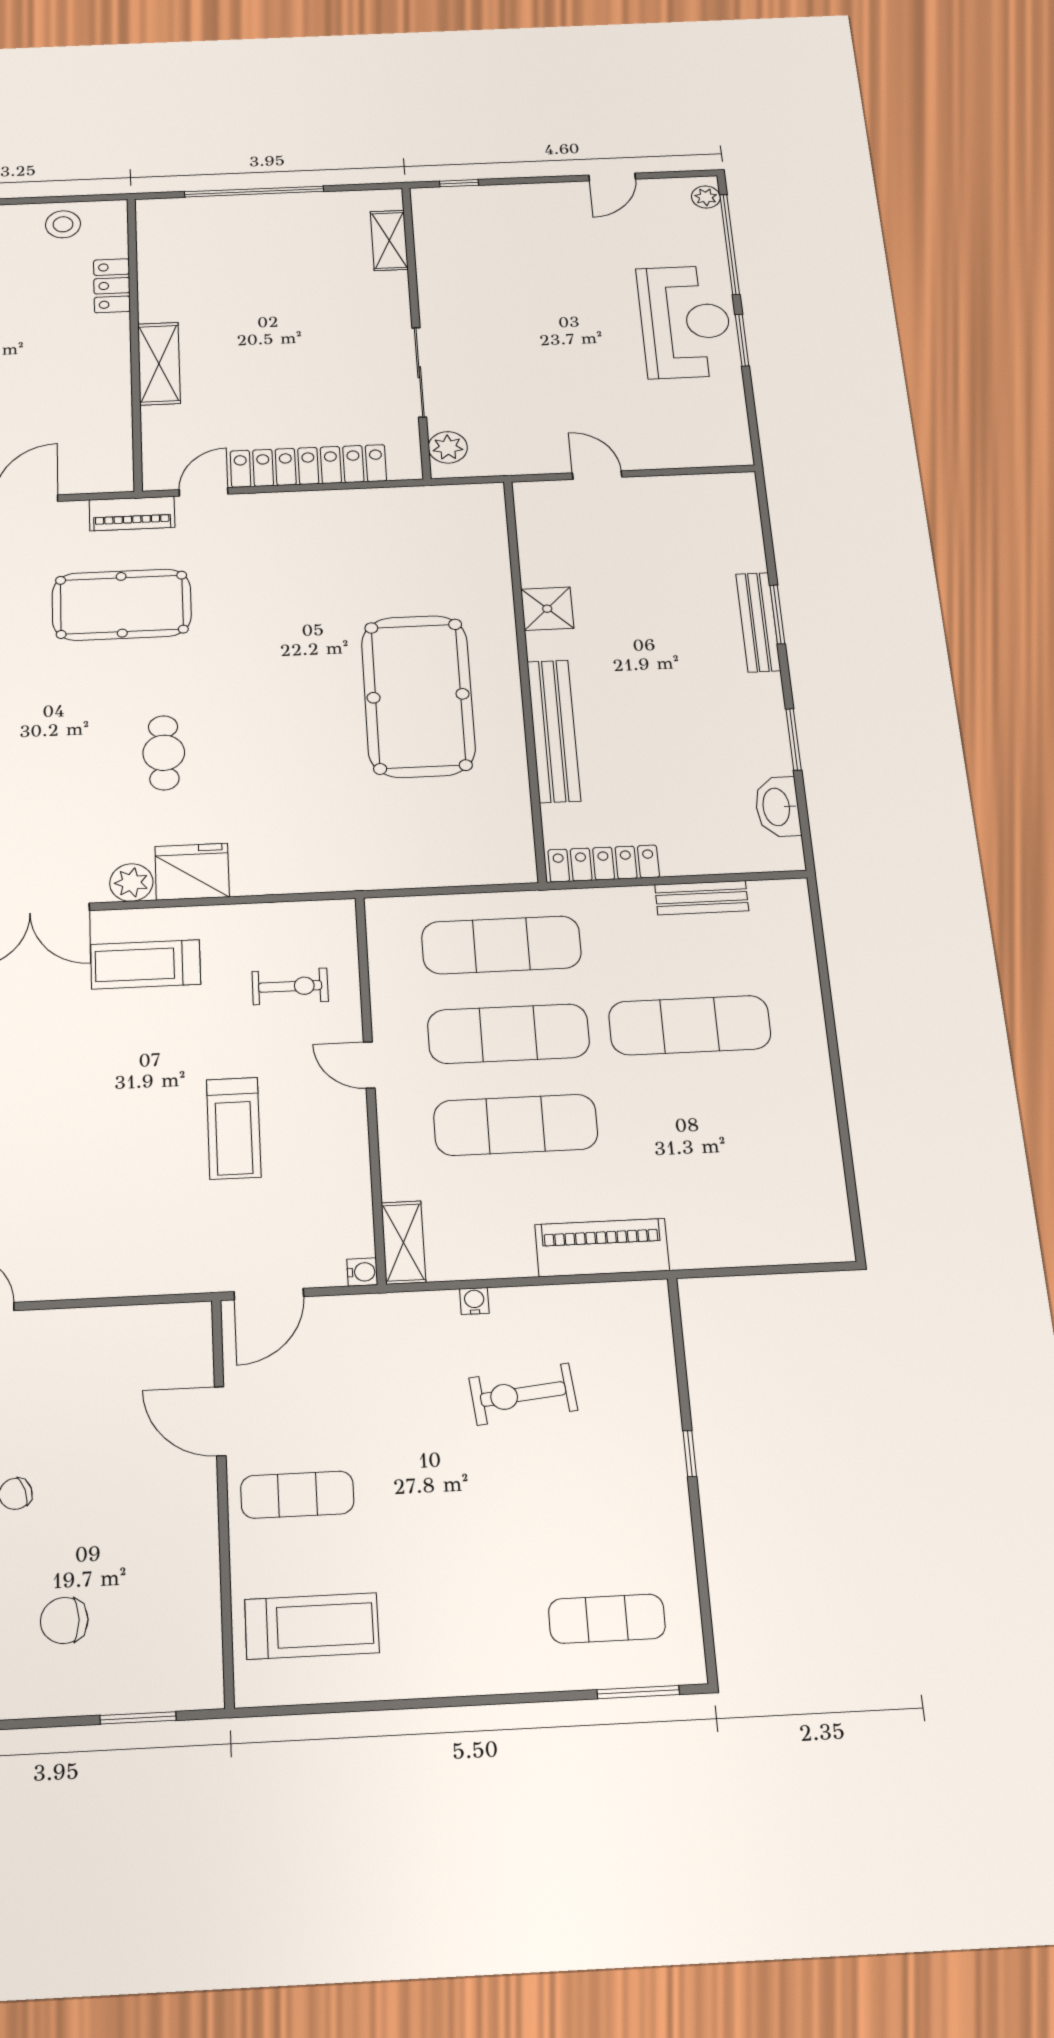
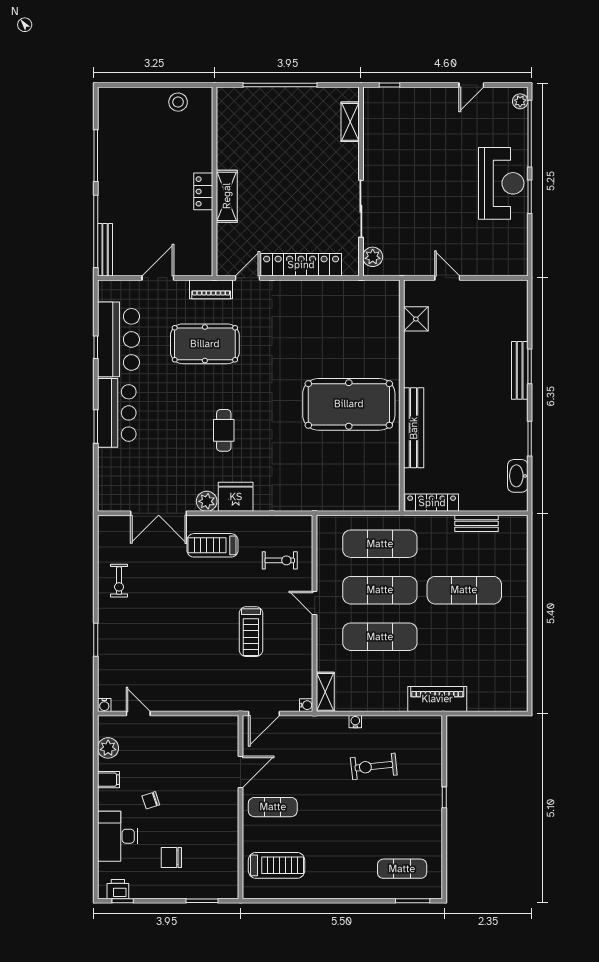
locker: (112, 286) -> (203, 191), moved
shower: (547, 609) -> (416, 319), moved
pool table: (418, 696) -> (349, 404), turned 90
piano: (602, 1248) -> (437, 699), moved
door: (220, 1421) -> (240, 772), swing flipped

